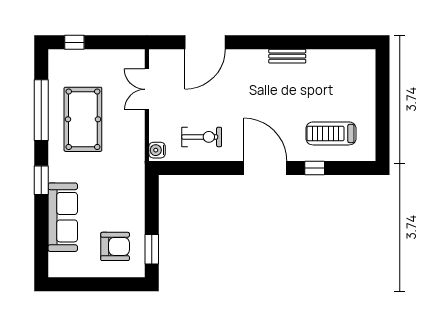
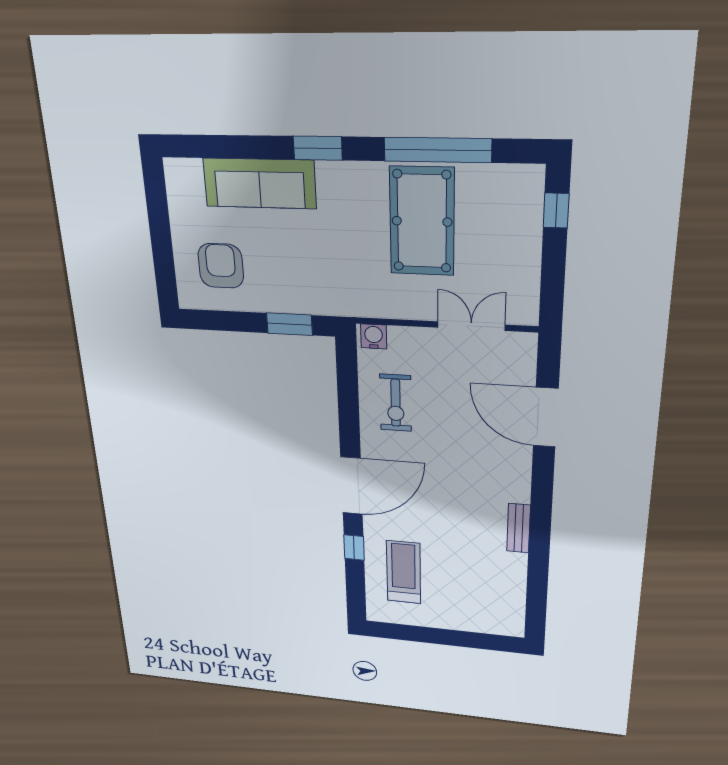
pool table: (83, 119) -> (422, 221), turned 90
armchair: (115, 246) -> (221, 266), turned 180
window: (152, 249) -> (290, 324), moved

